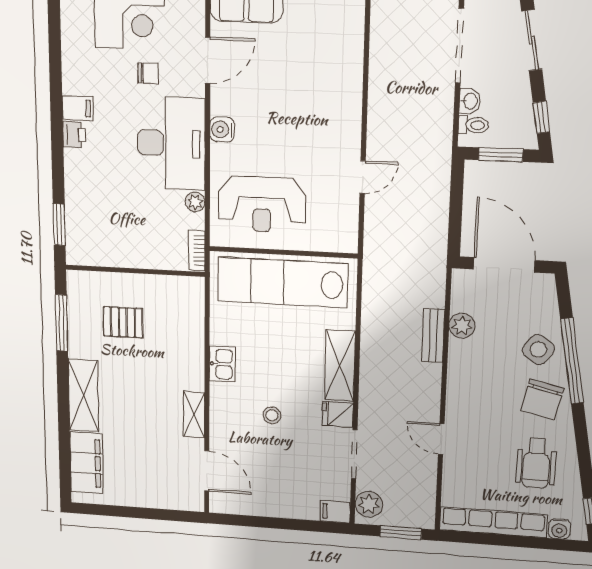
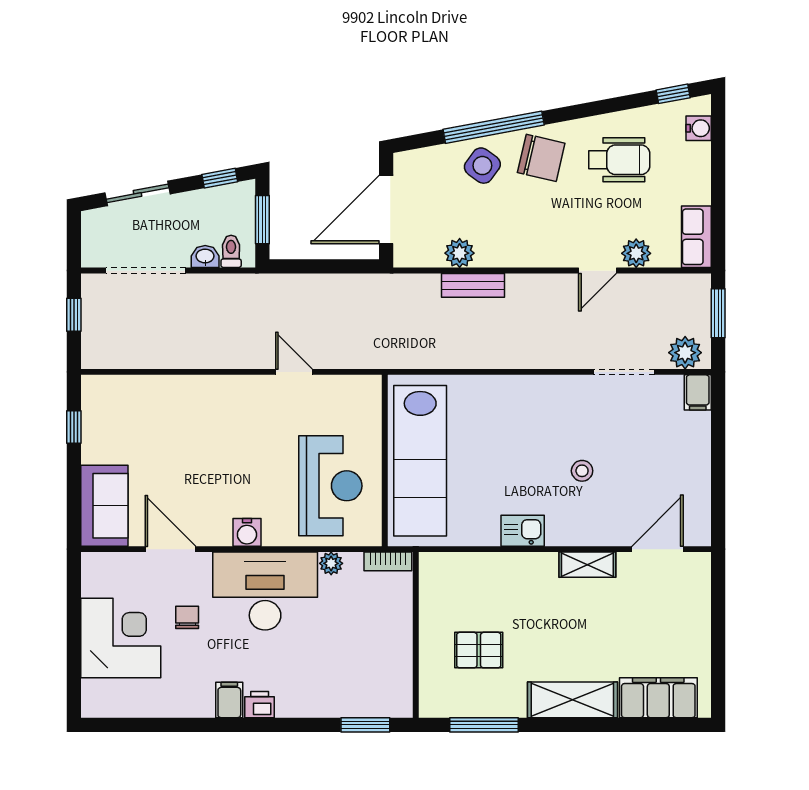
pallet: (123, 322) -> (479, 650), turned 90
shelving: (340, 365) -> (515, 392), removed
fridge: (338, 414) -> (575, 393), removed
plant: (455, 471) -> (636, 253), added
row of seats: (493, 522) -> (696, 237), width x0.50

